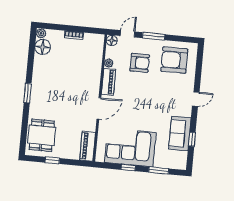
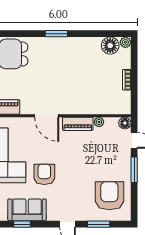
armchair: (140, 63) -> (44, 174), moved, turned 180
window: (198, 72) -> (99, 224), added

